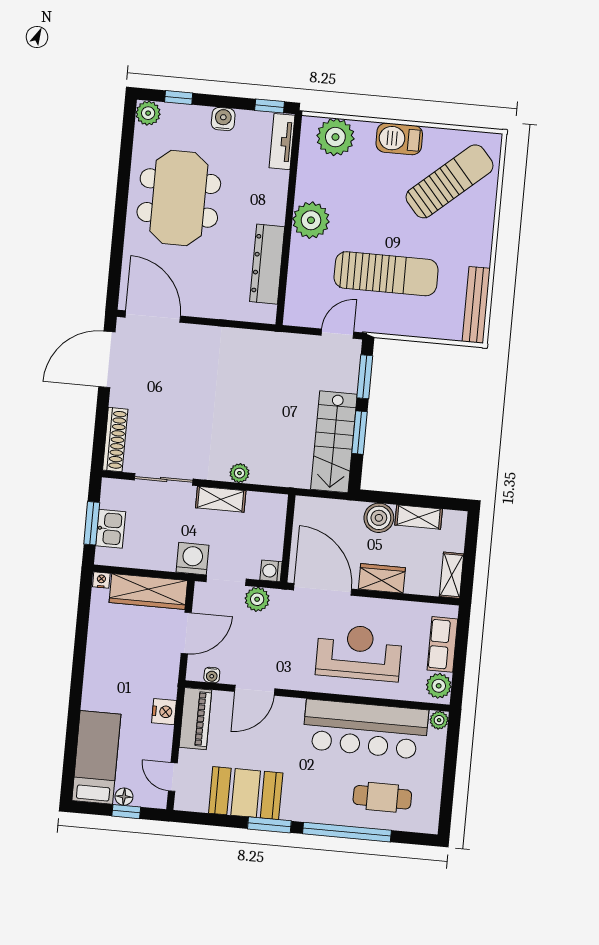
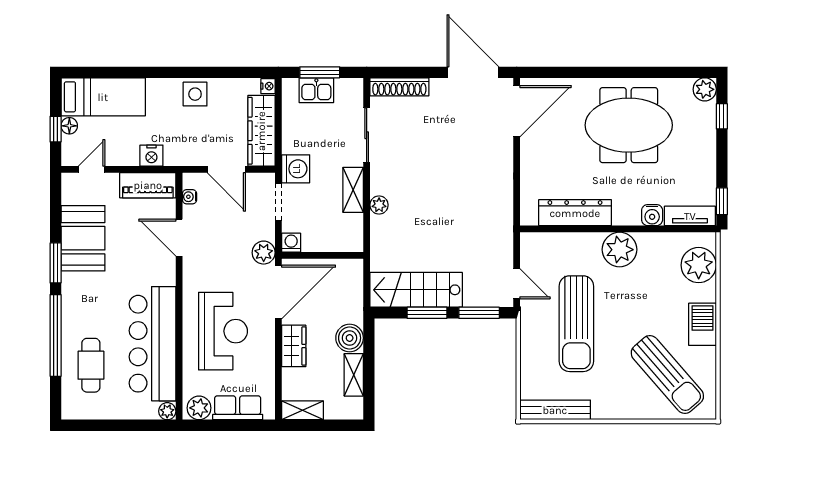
water cooler: (223, 119) -> (652, 215), moved, turned 90
plant: (257, 599) -> (264, 253), moved
side table: (103, 659) -> (195, 94), added

